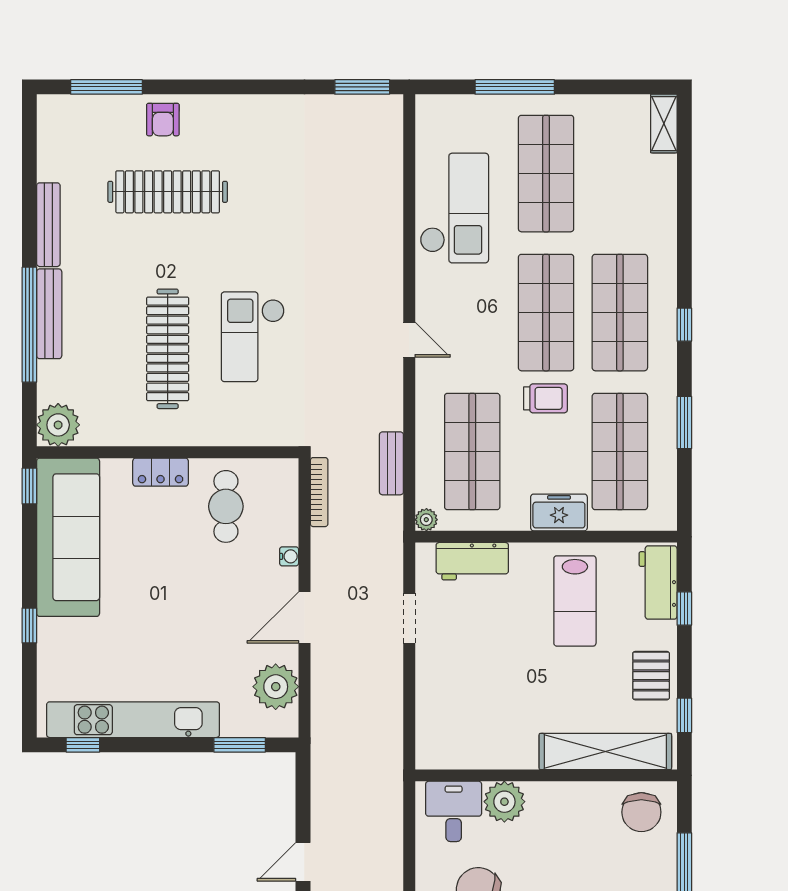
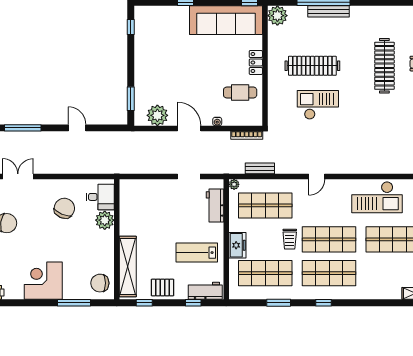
bench: (48, 225) -> (369, 11), removed
kitchen unit: (133, 720) -> (142, 50), removed

